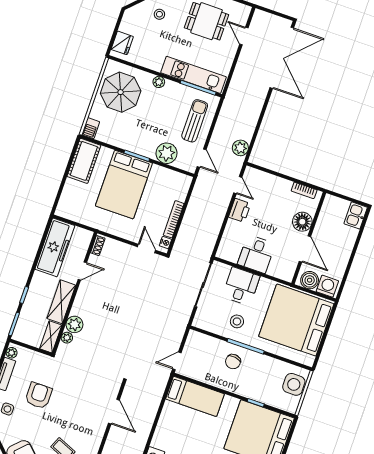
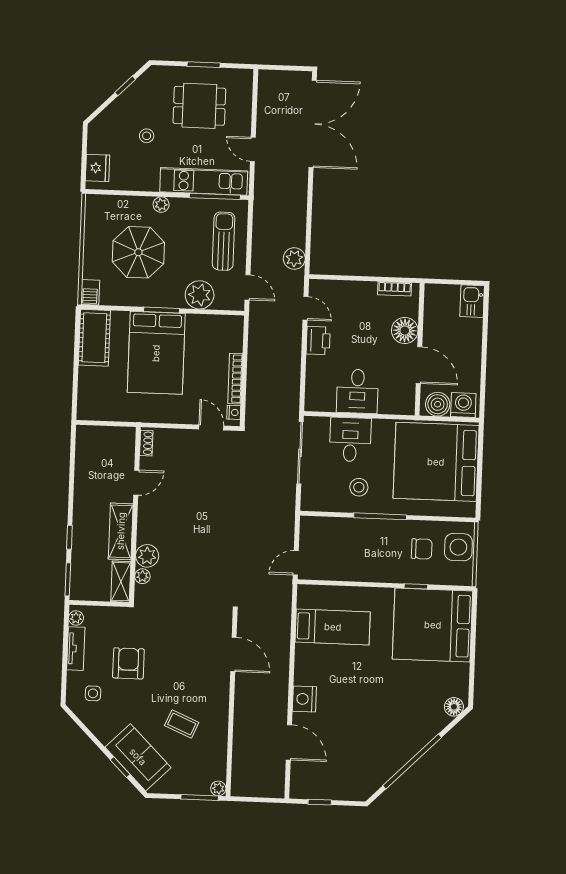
stool: (159, 14) -> (147, 136), moved
door: (244, 36) -> (253, 149), moved
parasol: (121, 92) -> (138, 252), moved
freezer: (55, 247) -> (91, 463), removed
chair: (233, 362) -> (422, 549), moved, turned -99
bed: (195, 396) -> (333, 627), moved

